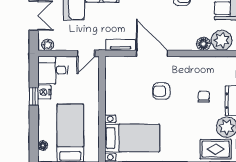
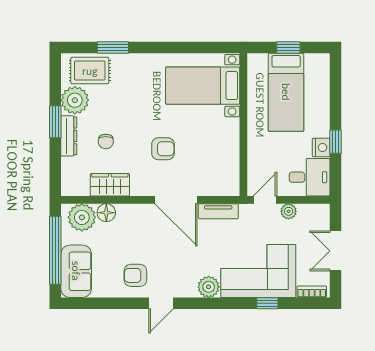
plant: (48, 45) -> (289, 211), moved
wardrobe: (201, 65) -> (110, 185), added
floor lamp: (43, 146) -> (323, 75), removed

